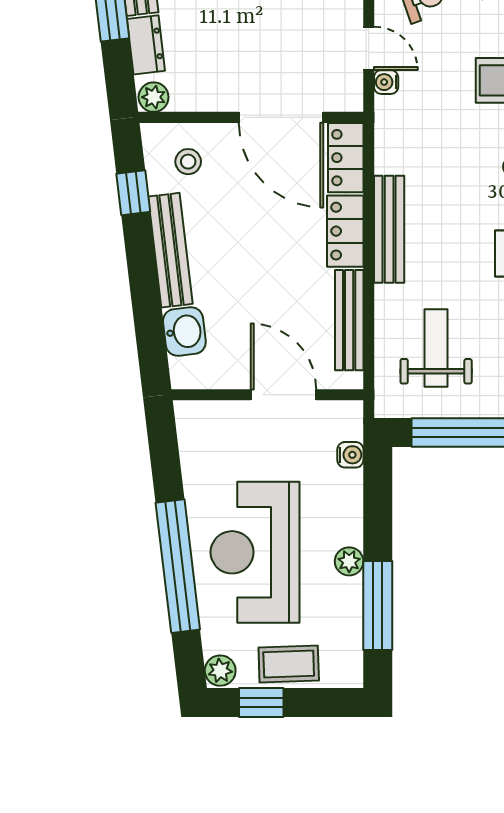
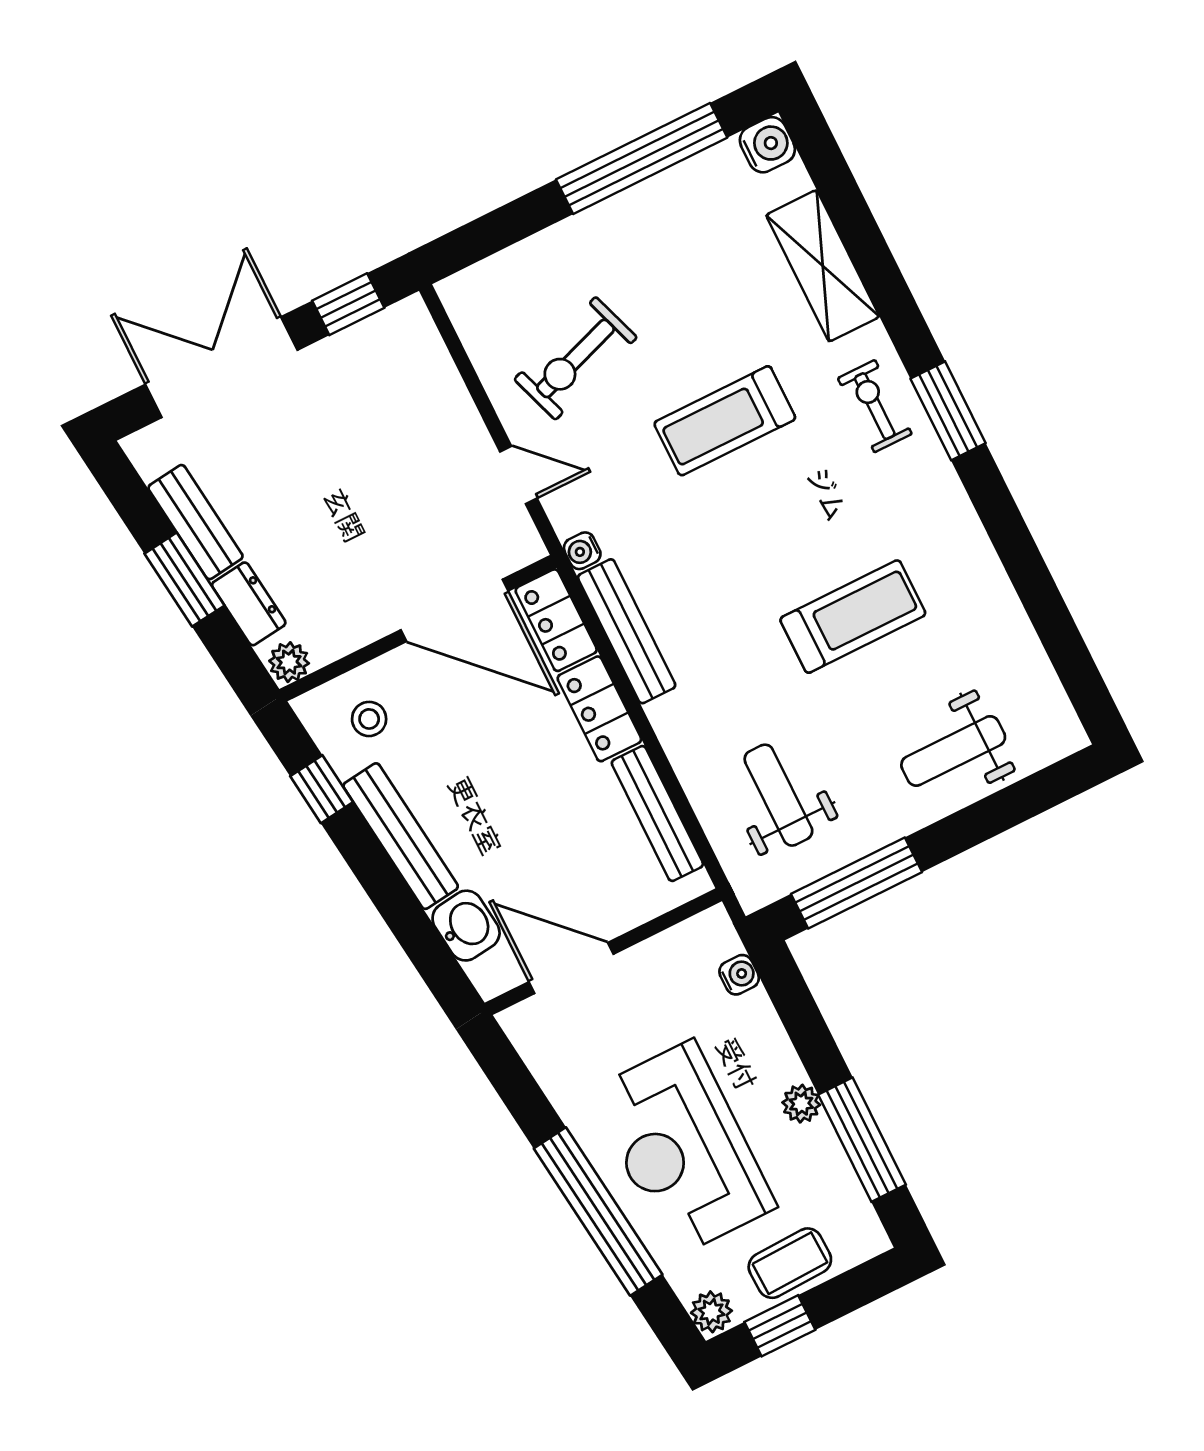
water cooler: (386, 82) -> (582, 551), moved
bench: (389, 229) -> (627, 631), moved
door: (283, 395) -> (571, 968), moved

